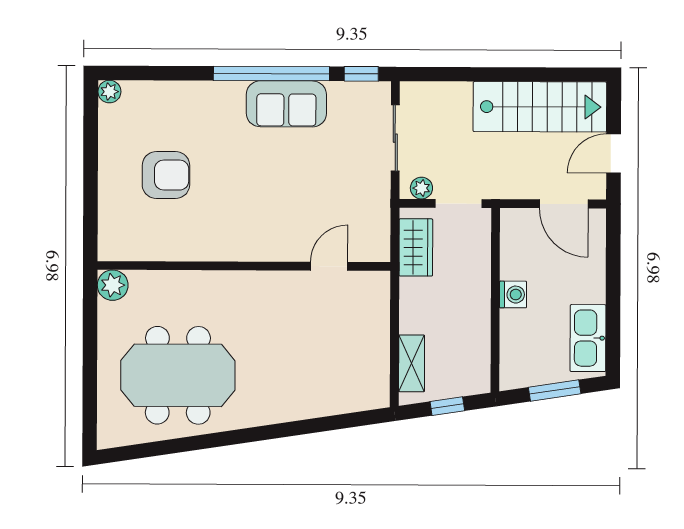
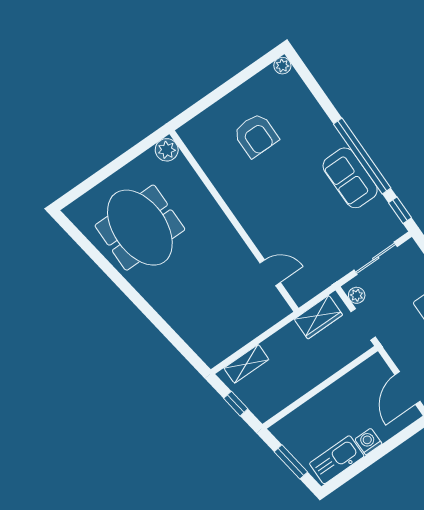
washing machine: (513, 294) -> (368, 441), moved, turned 180

